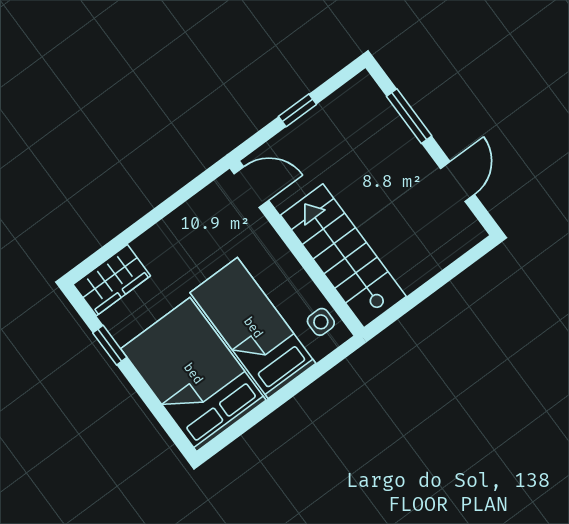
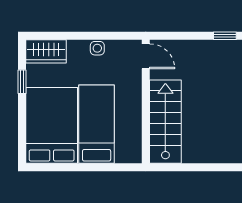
window: (297, 110) -> (225, 36), moved
side table: (321, 322) -> (97, 48), moved

